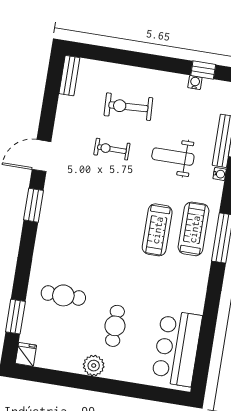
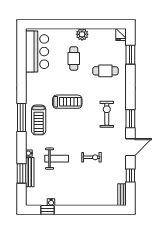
window: (49, 106) -> (130, 176), added
exercise bike: (128, 107) -> (107, 114), moved, turned -87
treadmill: (157, 230) -> (67, 102), moved, turned 90

